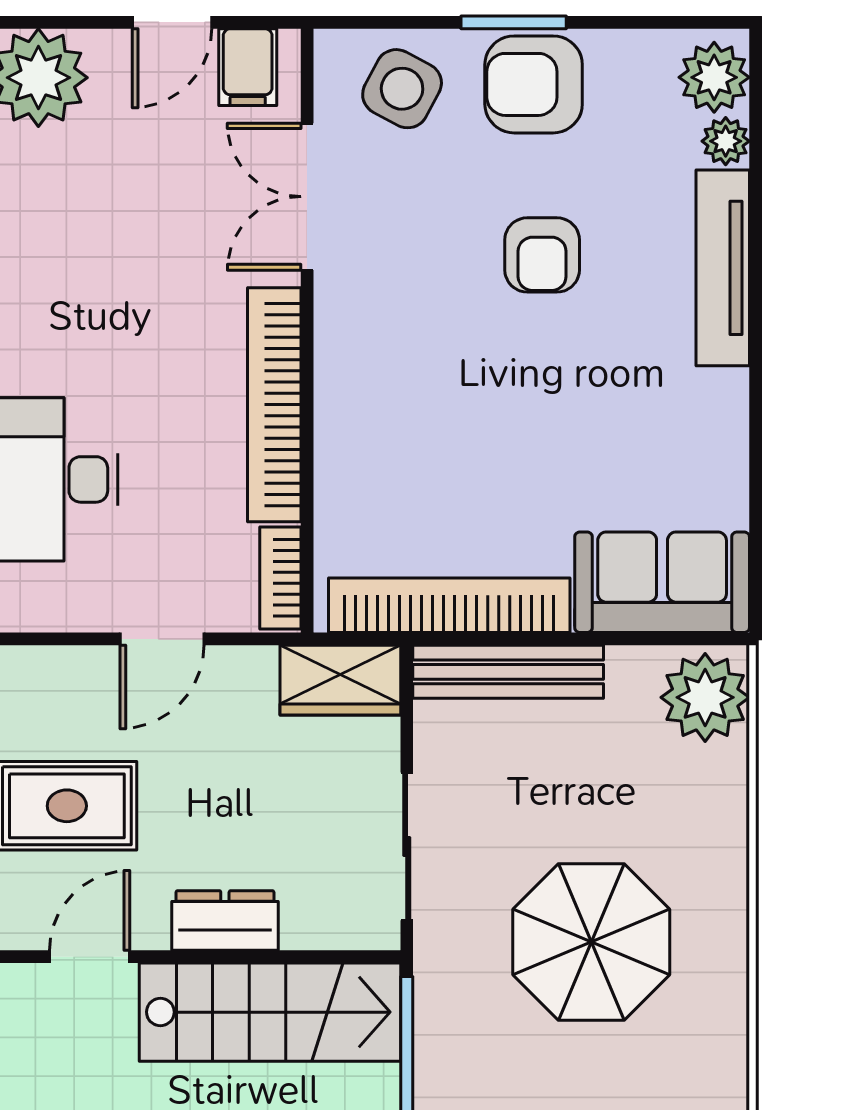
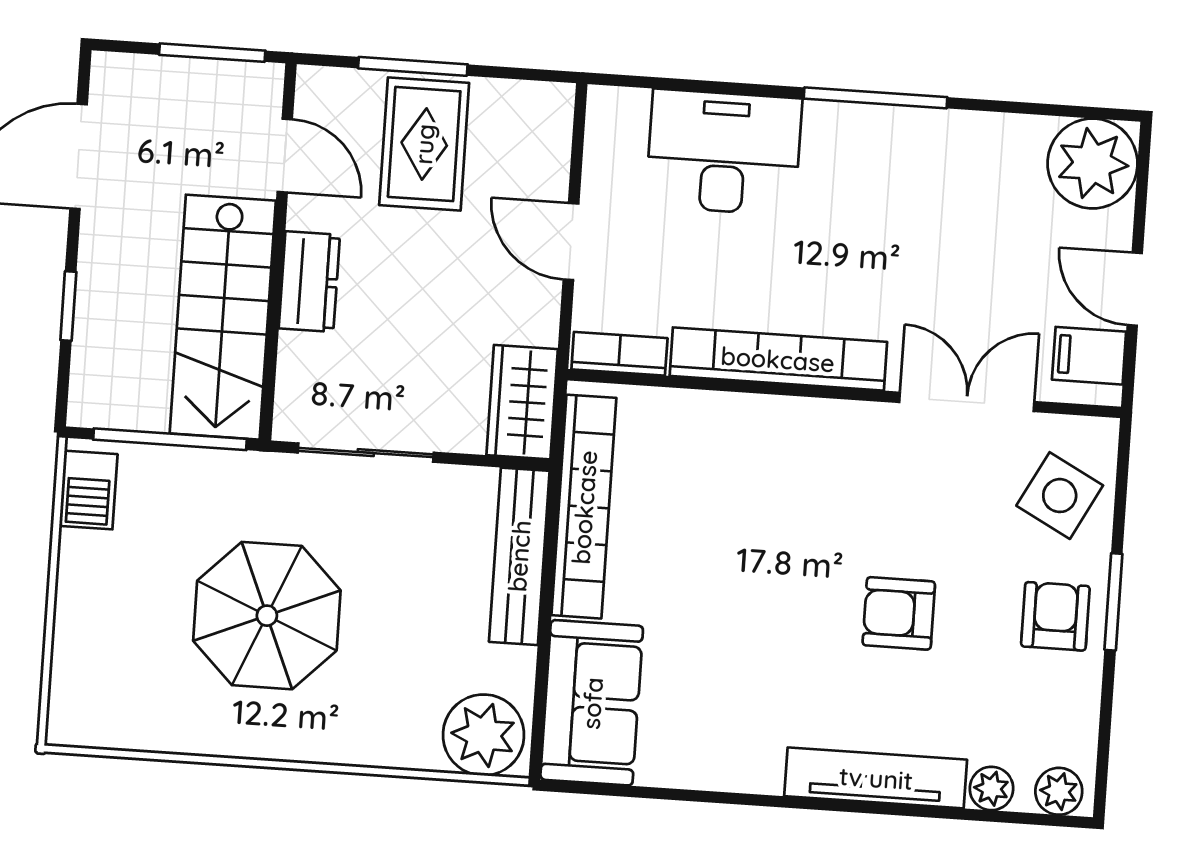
plant: (714, 77) -> (1059, 791), width x0.73, depth x0.73
armchair: (534, 84) -> (1055, 616), width x0.72, depth x0.72

